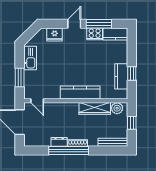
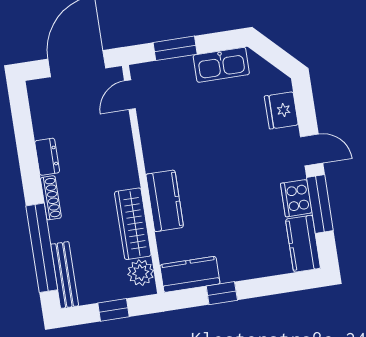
kitchen counter: (121, 76) -> (190, 274), moved
kitchen counter: (80, 93) -> (165, 201), width x0.67
window: (69, 150) -> (42, 248), moved

